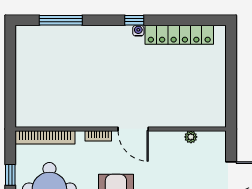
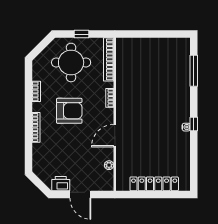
locker: (179, 35) -> (154, 184), moved, turned 90
door: (133, 129) -> (115, 136), moved

